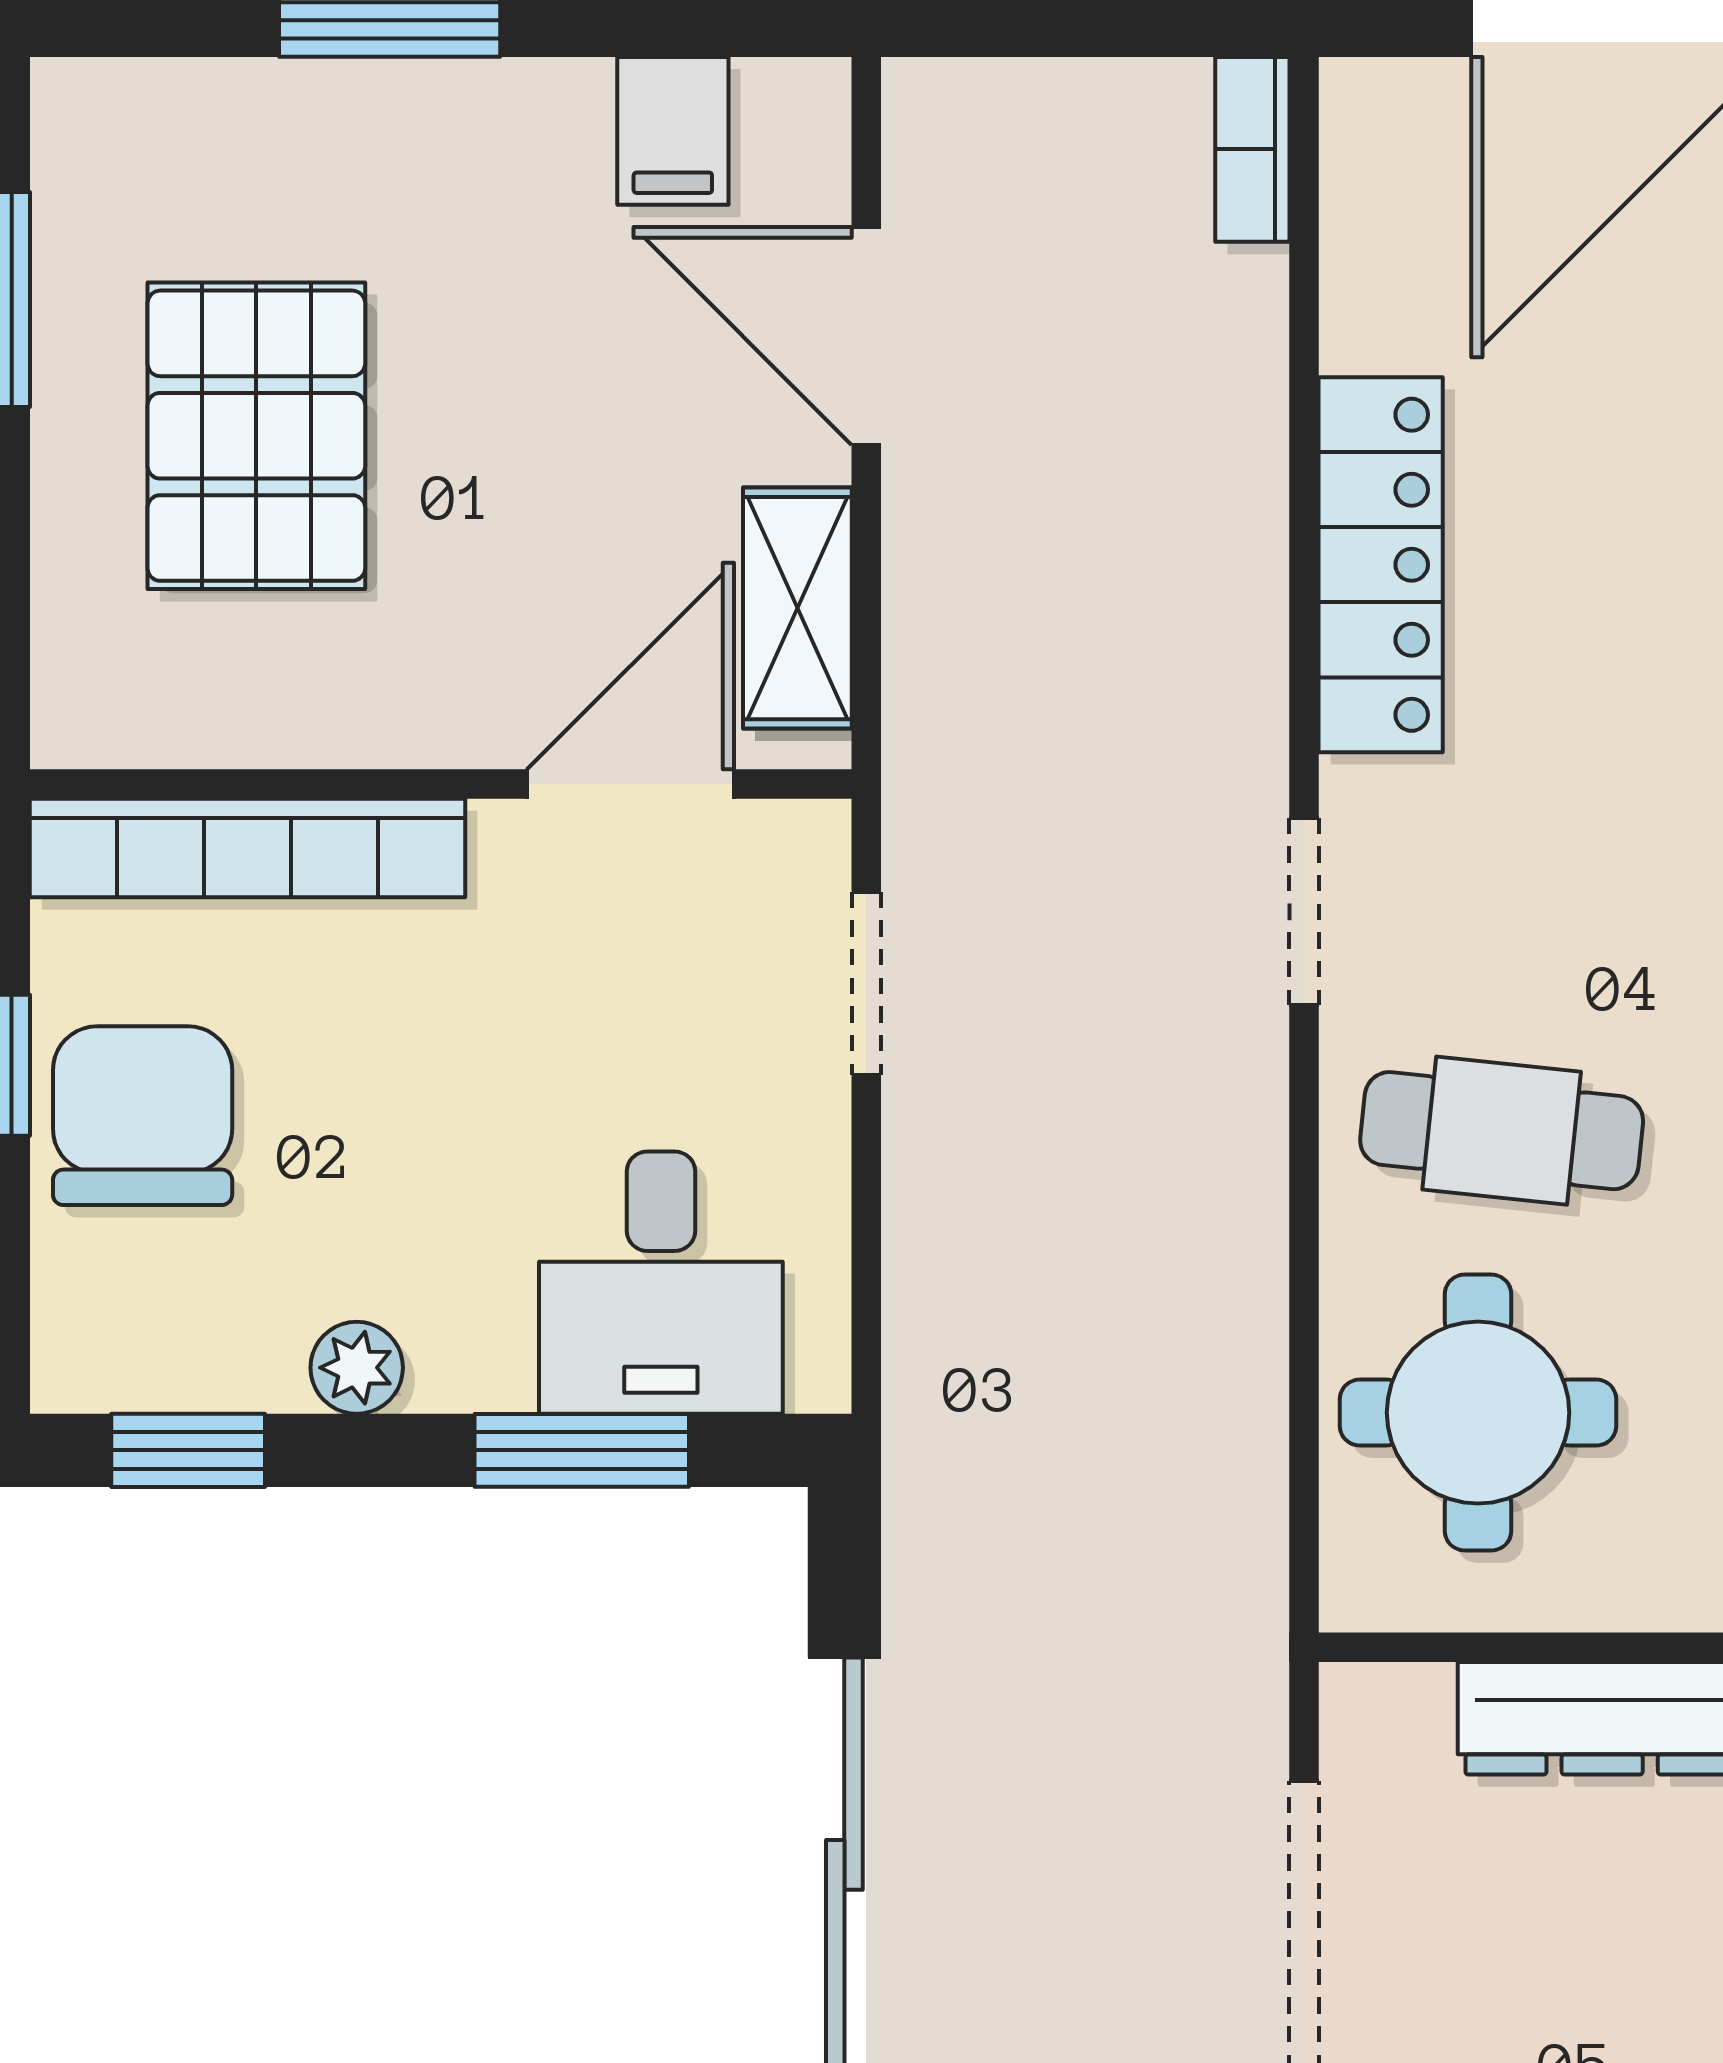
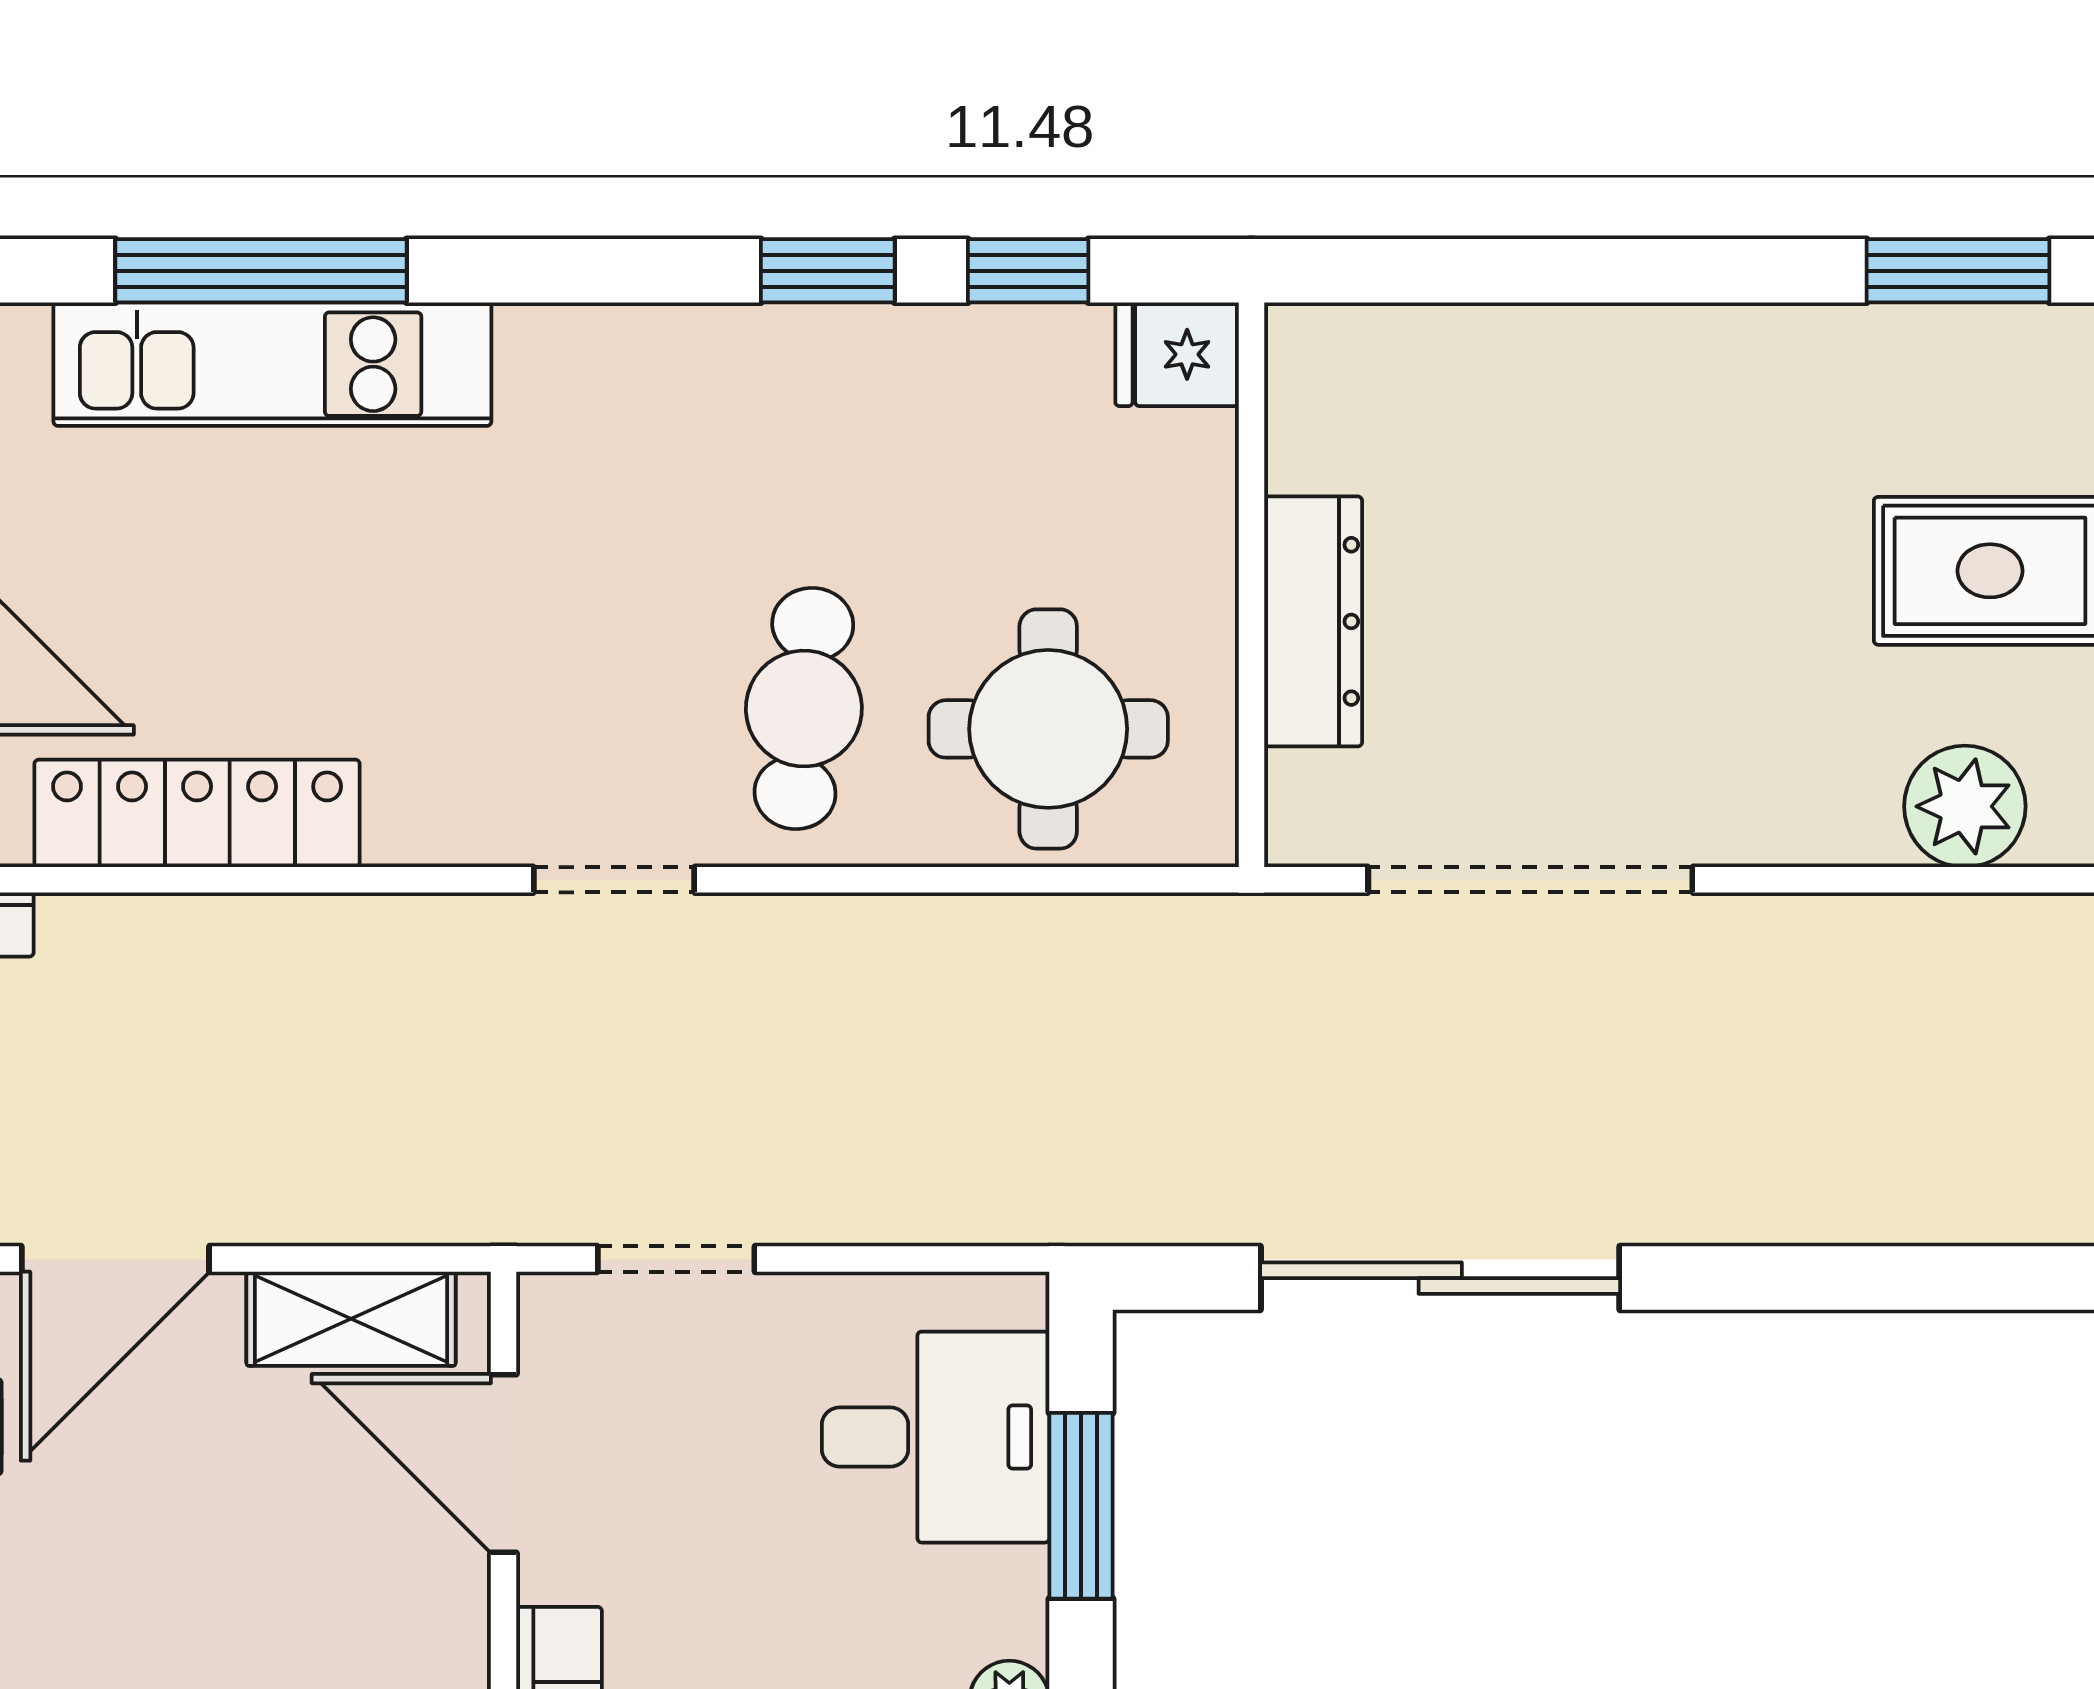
locker: (1381, 565) -> (197, 813), moved

